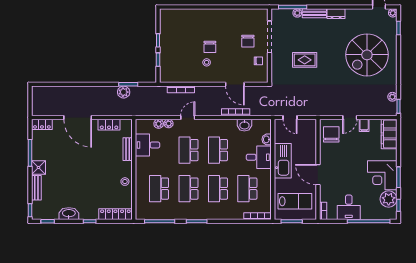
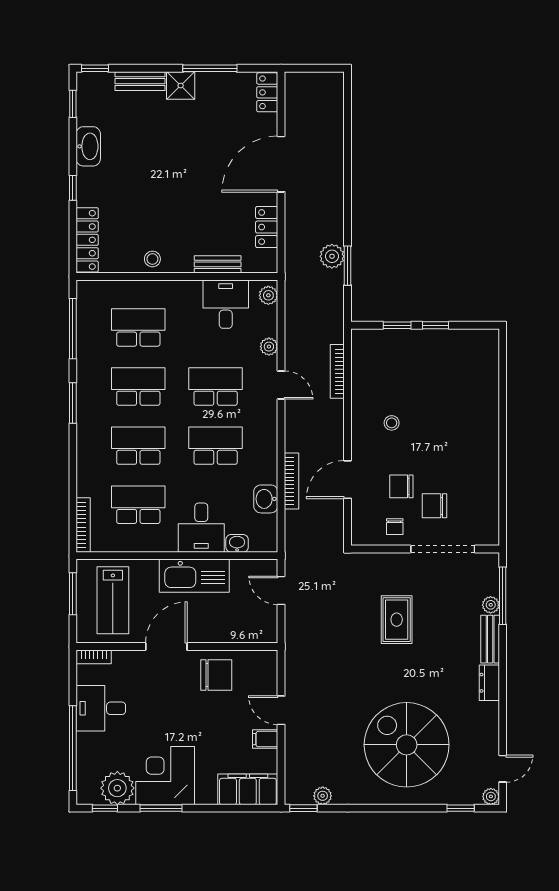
chair: (210, 47) -> (401, 486), moved
door: (290, 117) -> (281, 590), hinge flipped
plant: (159, 124) -> (268, 295), moved
chair: (331, 134) -> (216, 675), moved

